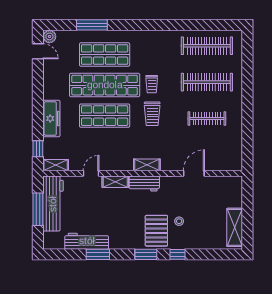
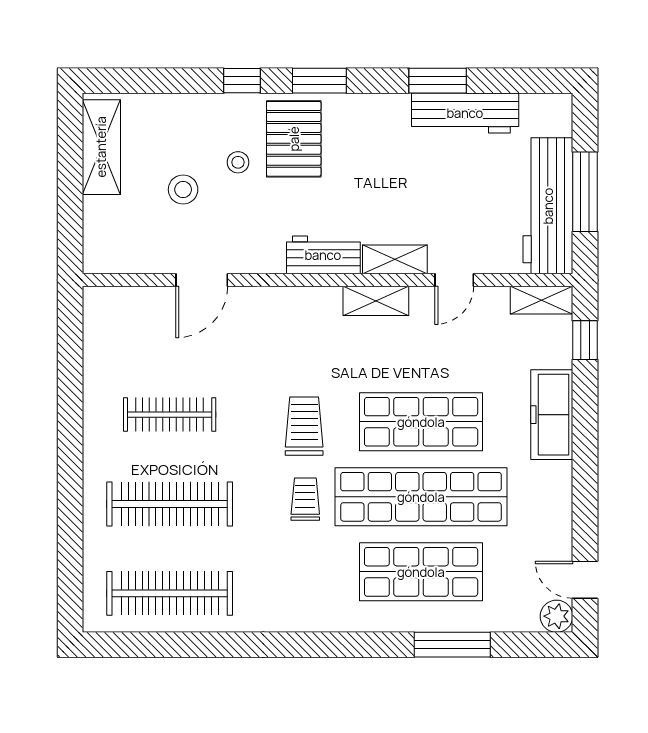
shelving: (147, 165) -> (376, 301), moved
stool: (201, 210) -> (183, 190), added

